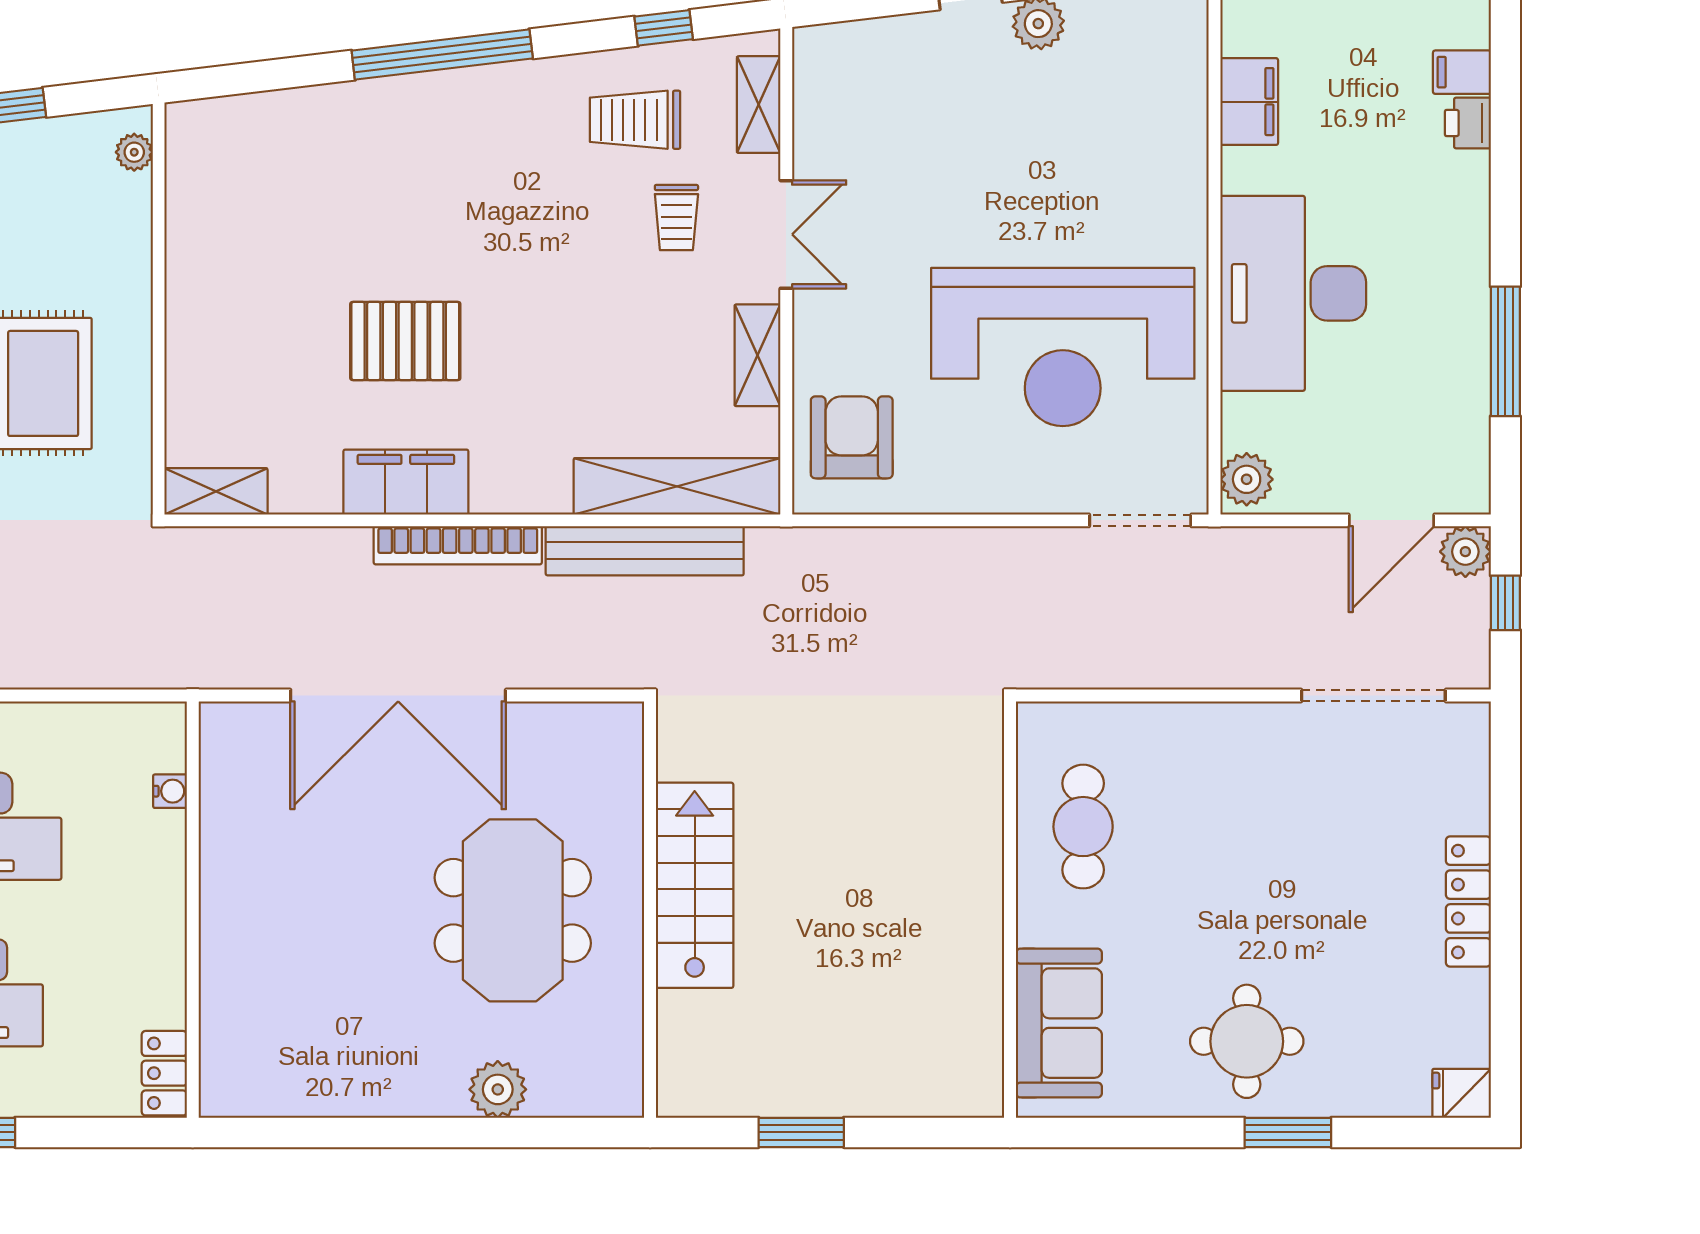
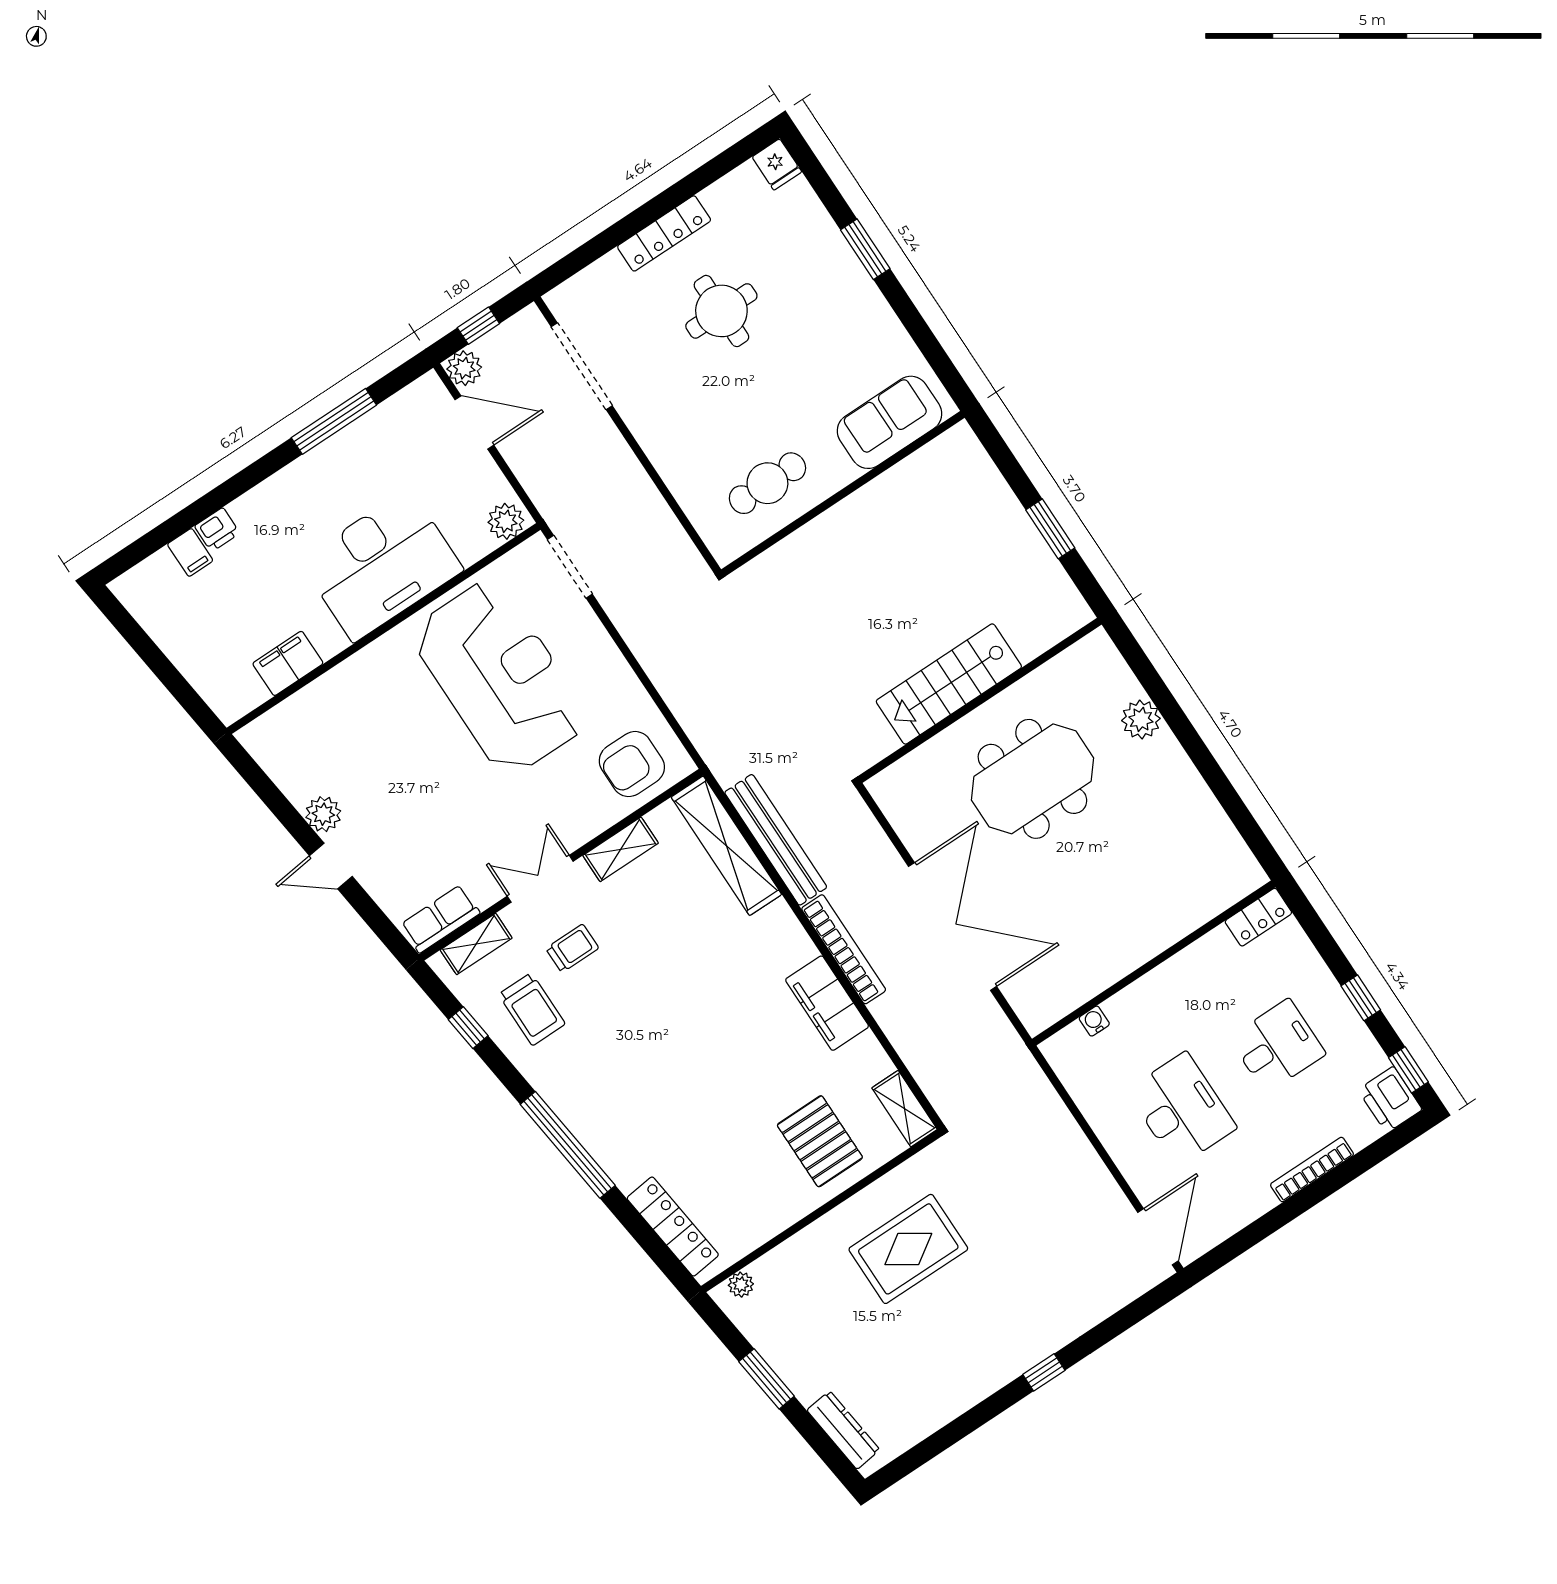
row of seats: (818, 81) -> (440, 919), added
locker: (259, 116) -> (673, 1226), added
pallet: (405, 341) -> (820, 1141), moved
round table: (1247, 1041) -> (721, 311), moved

